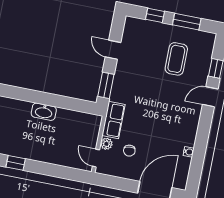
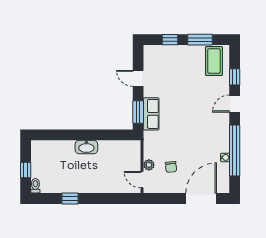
coffee table: (176, 59) -> (214, 61), moved
row of seats: (113, 120) -> (151, 114), moved
window: (200, 146) -> (235, 150), added

